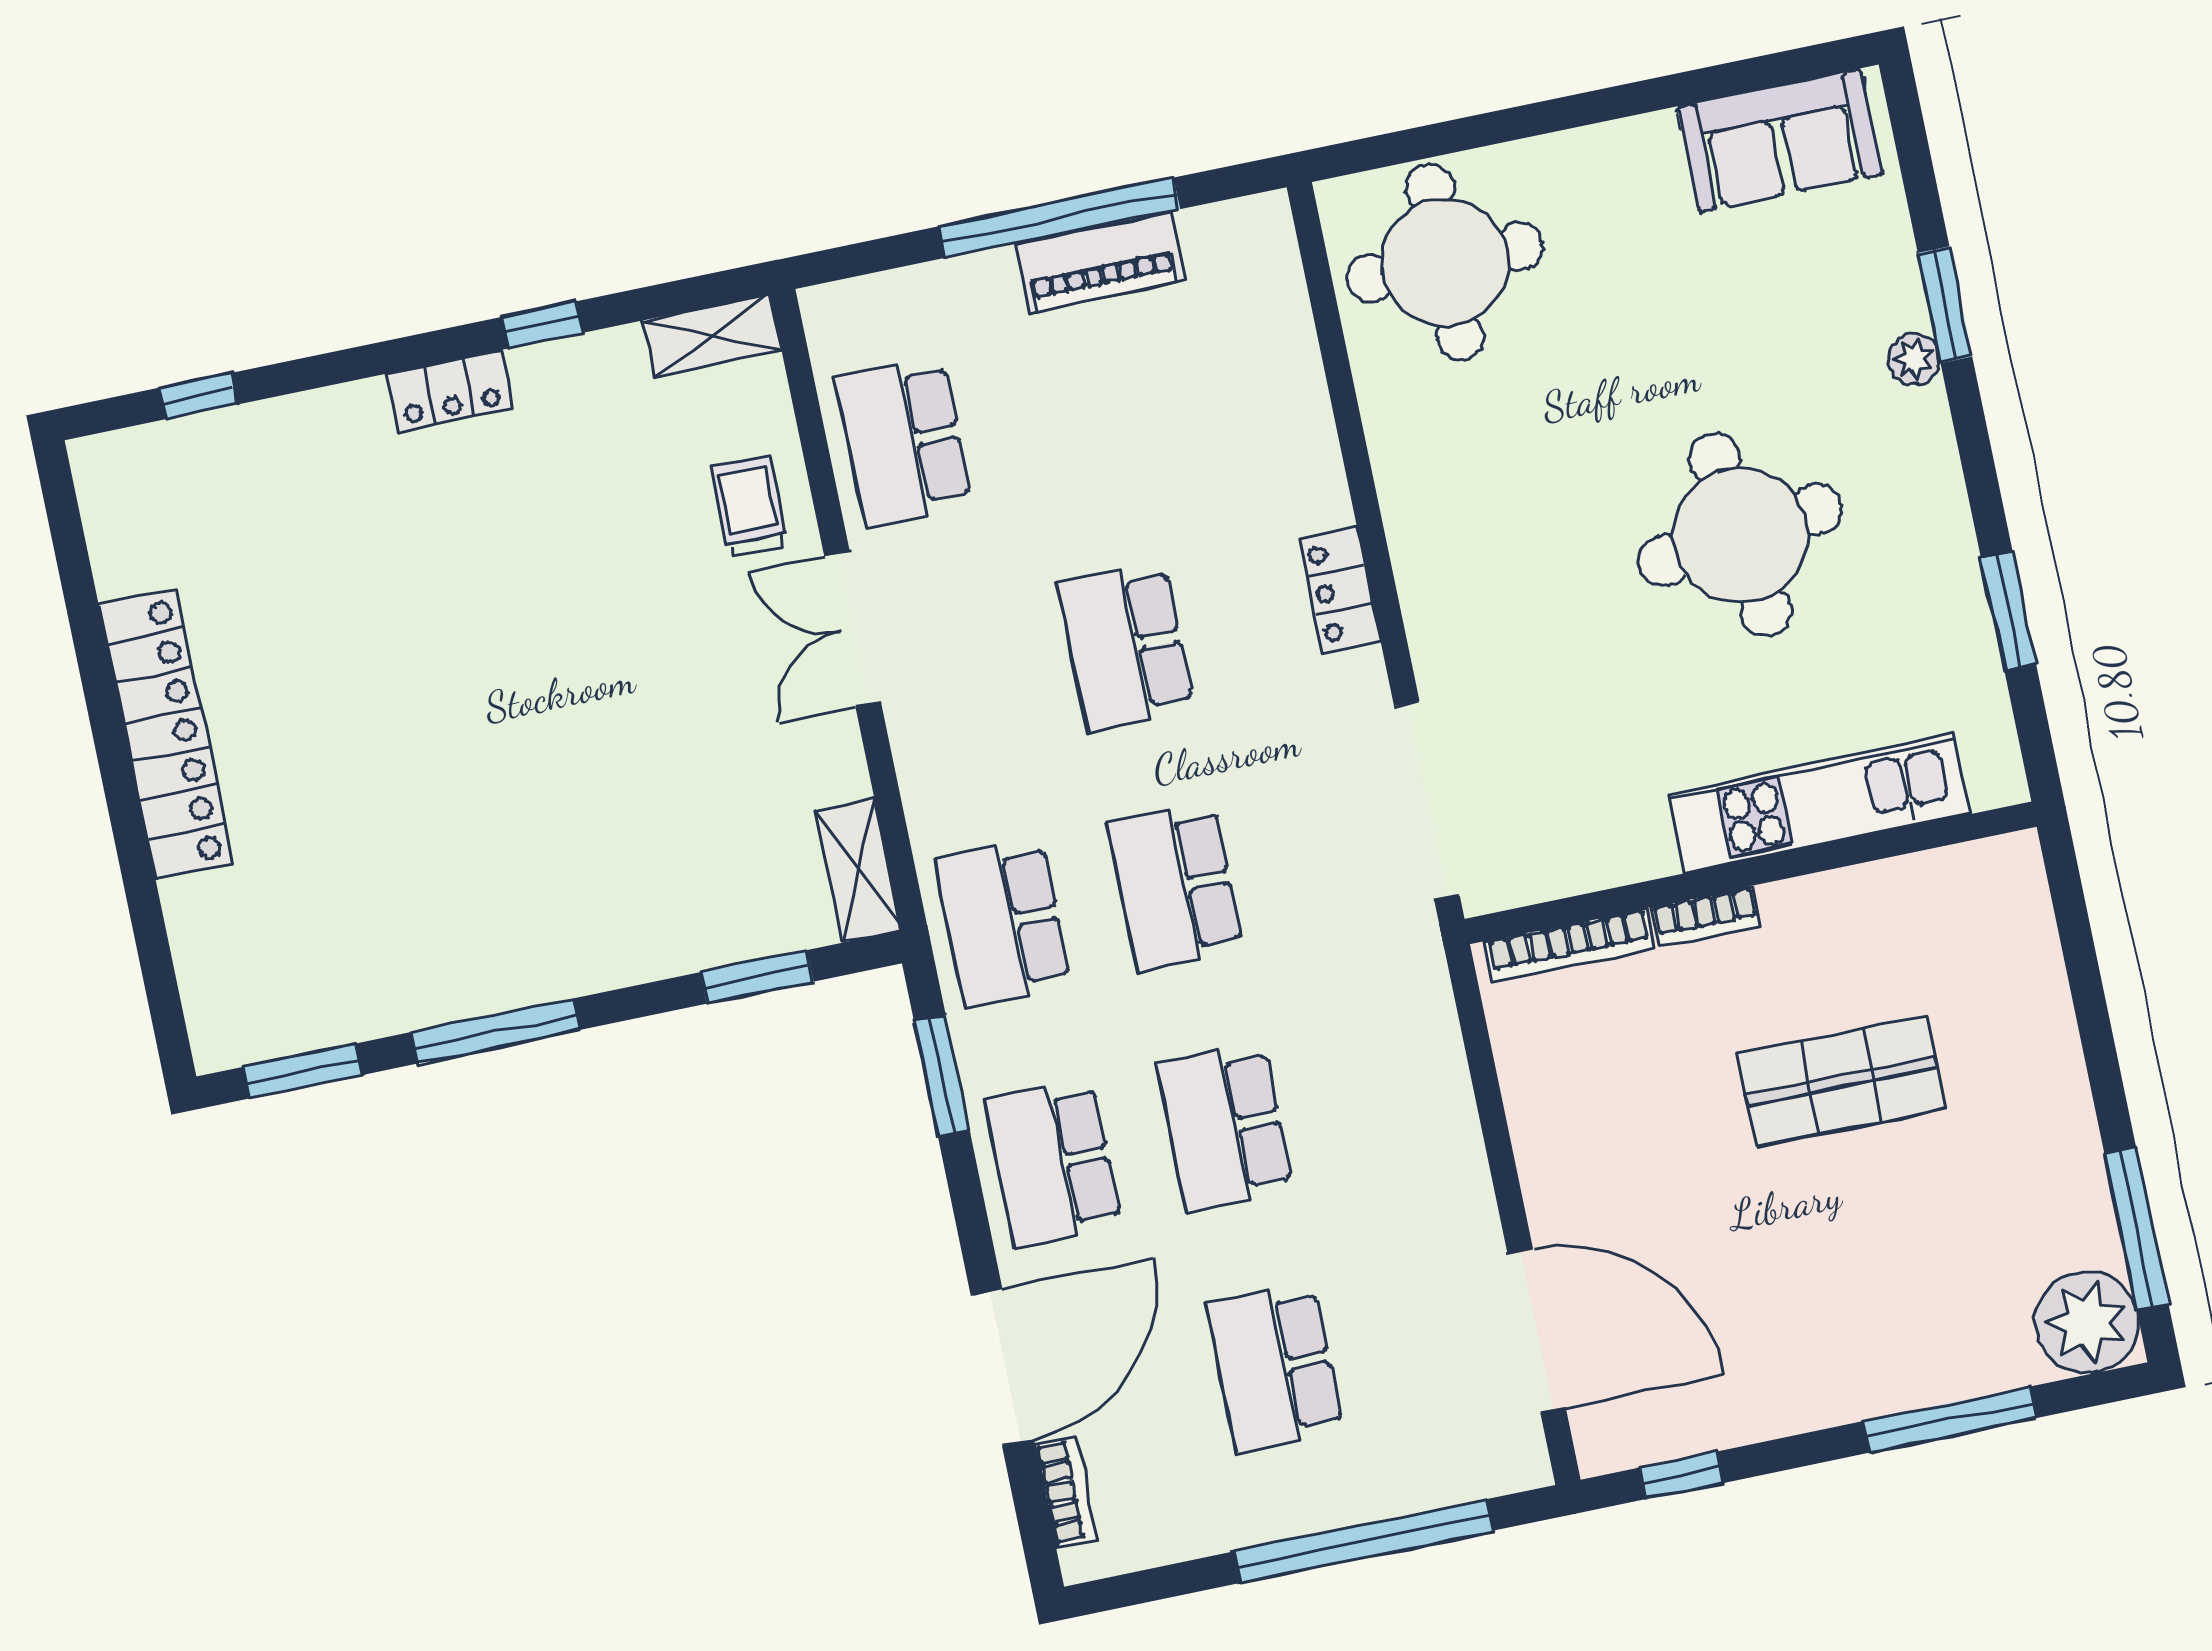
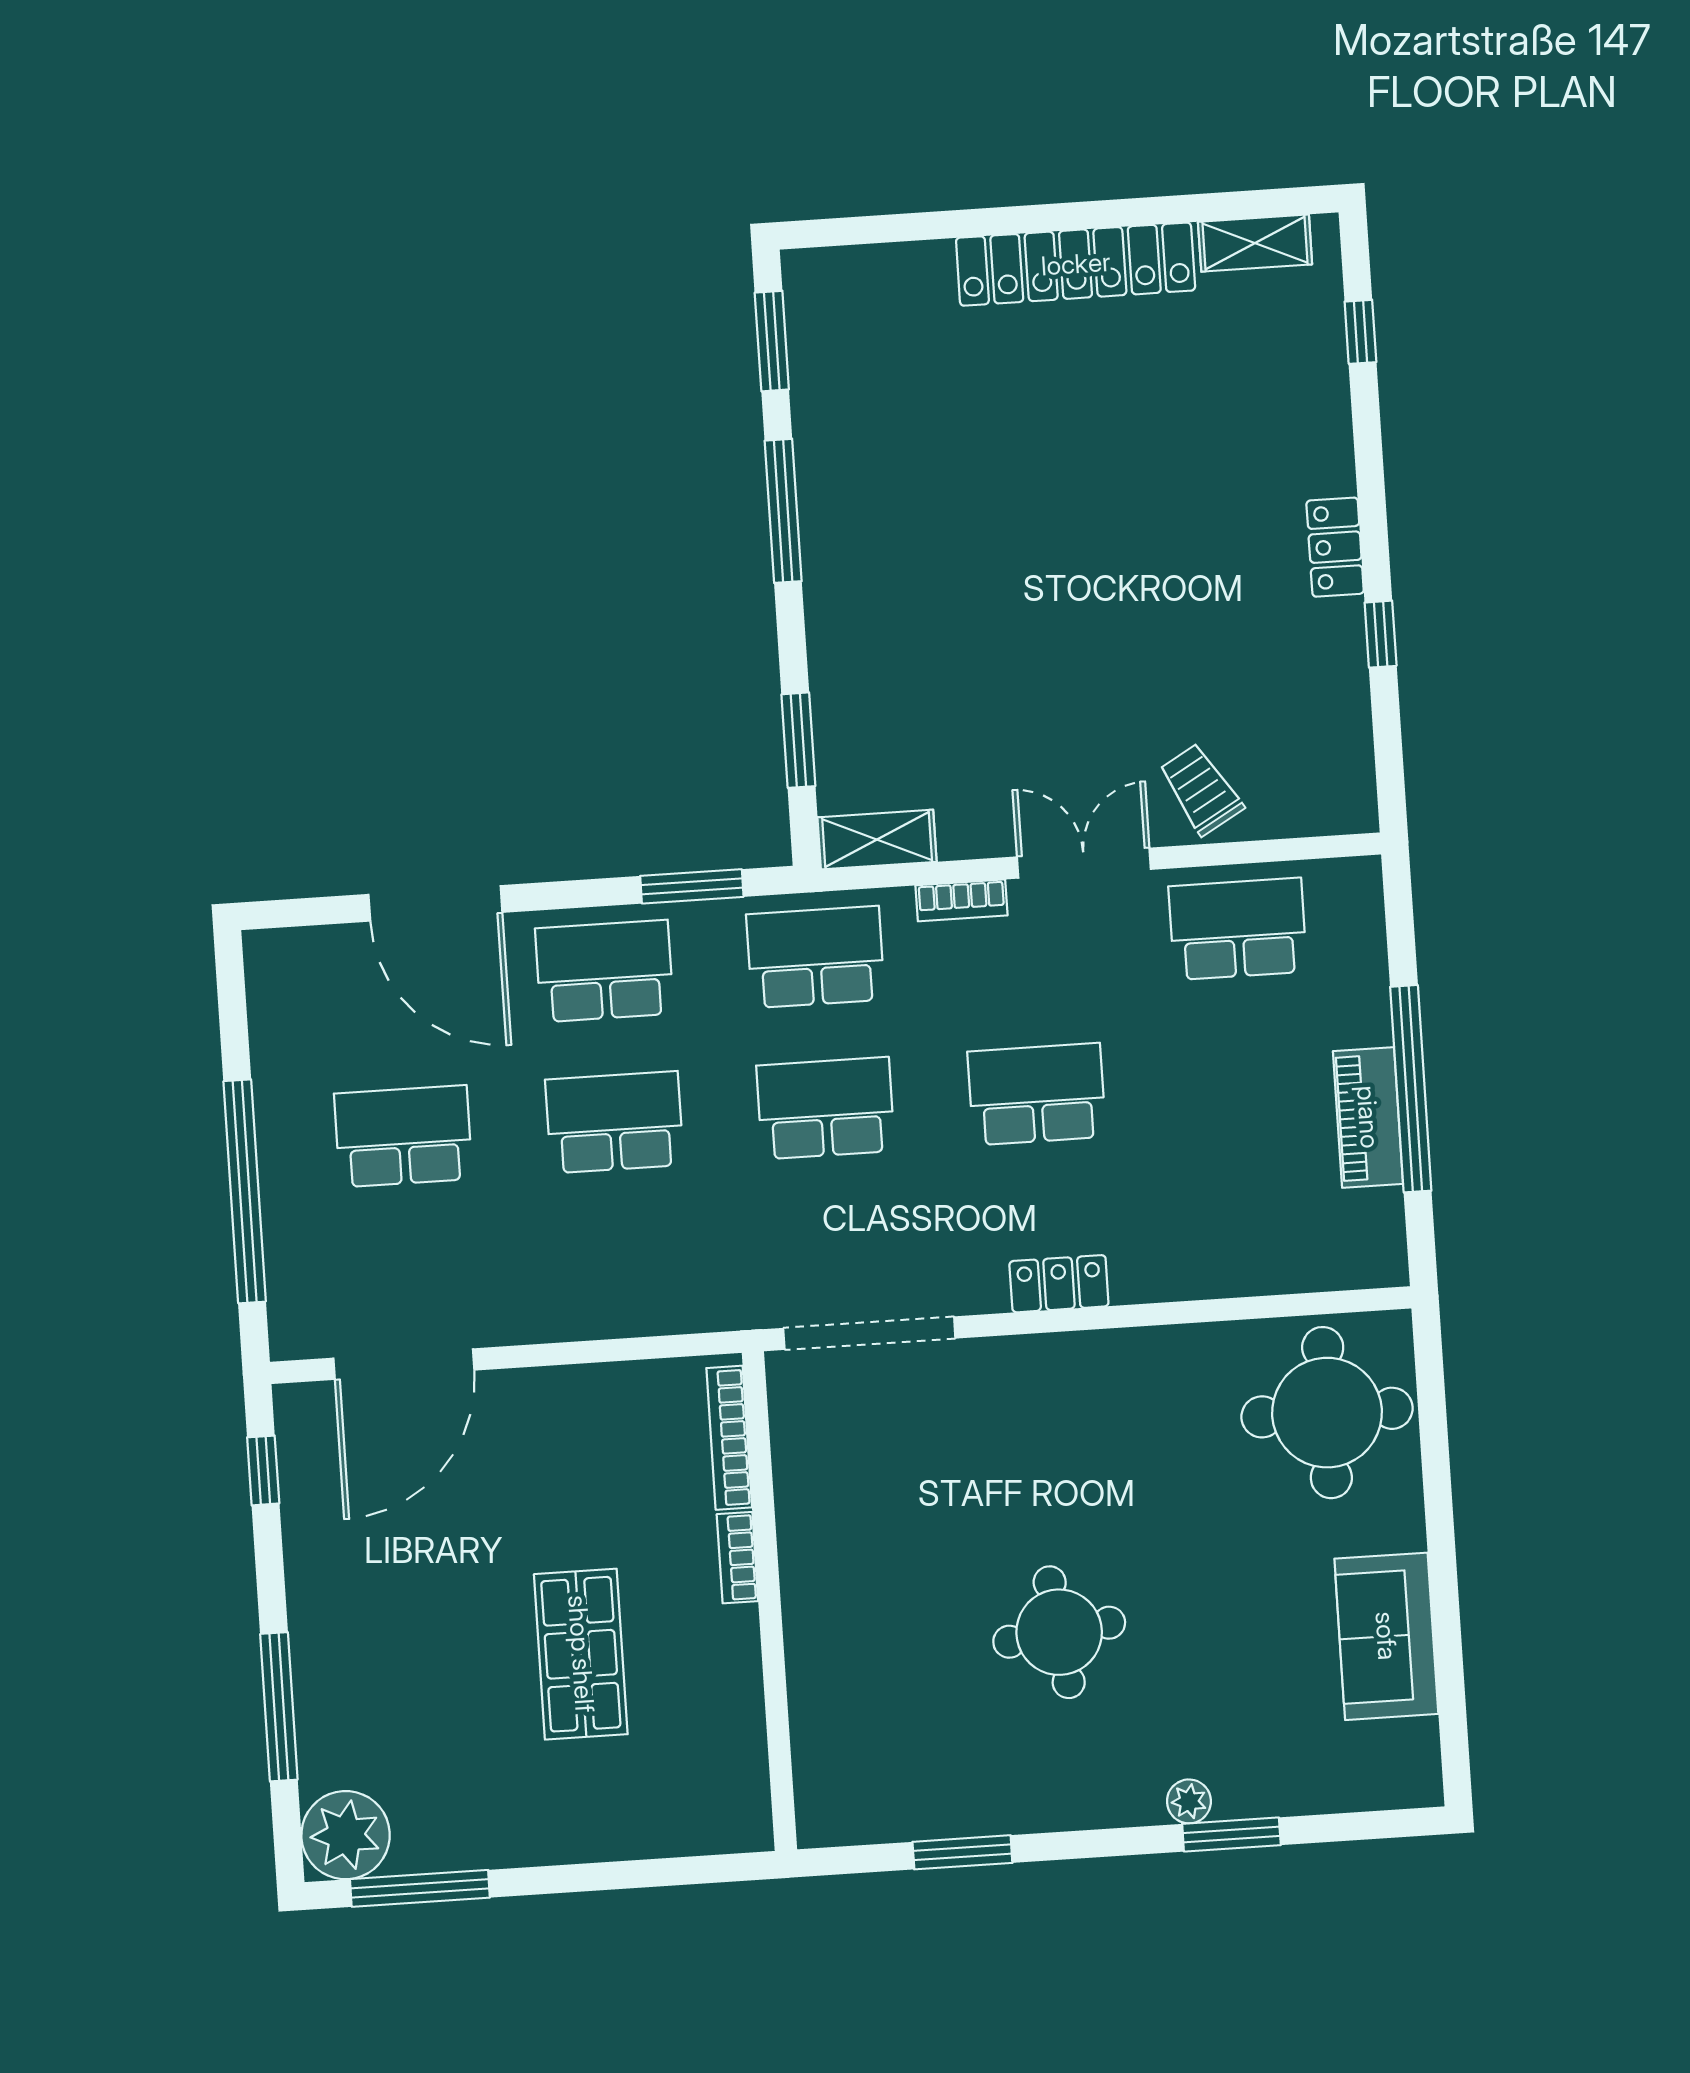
sofa: (1780, 140) -> (1386, 1636), moved
shelving: (713, 336) -> (1255, 243), moved, turned 90
trolley: (749, 506) -> (1201, 789), turned -120
round table: (1740, 535) -> (1059, 1632), width x0.73, depth x0.73
kitchen unit: (1819, 804) -> (820, 1668), removed
bookcase: (1066, 1491) -> (961, 900), moved

